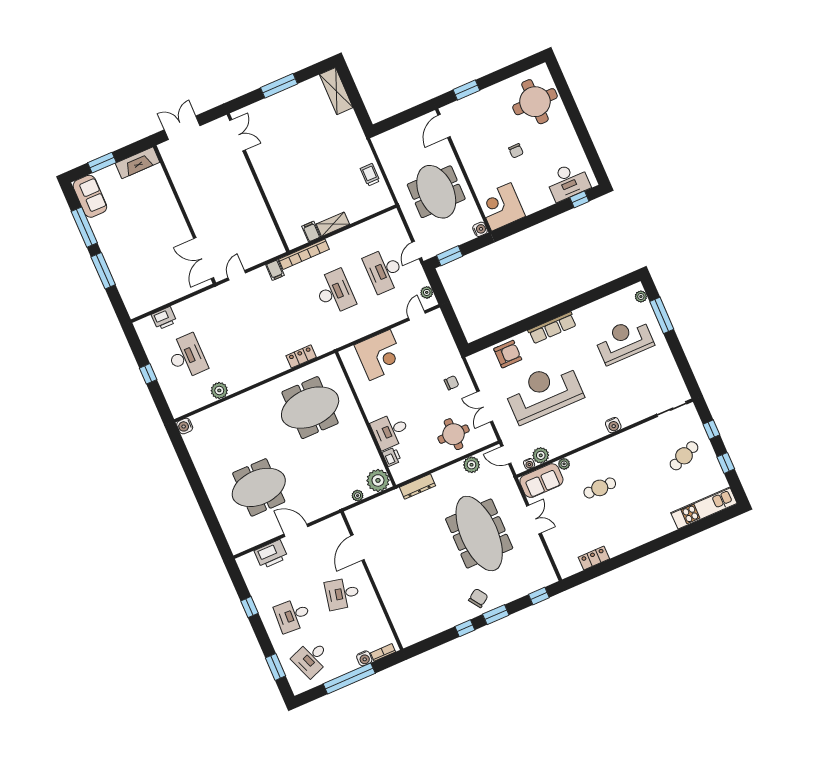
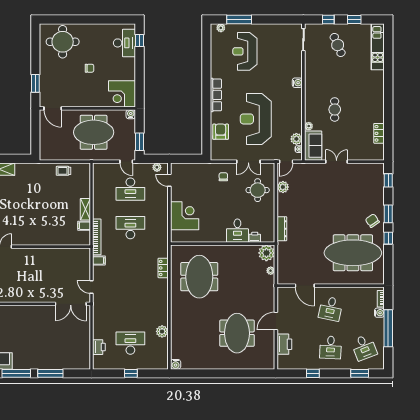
meeting table: (479, 533) -> (353, 253), moved

